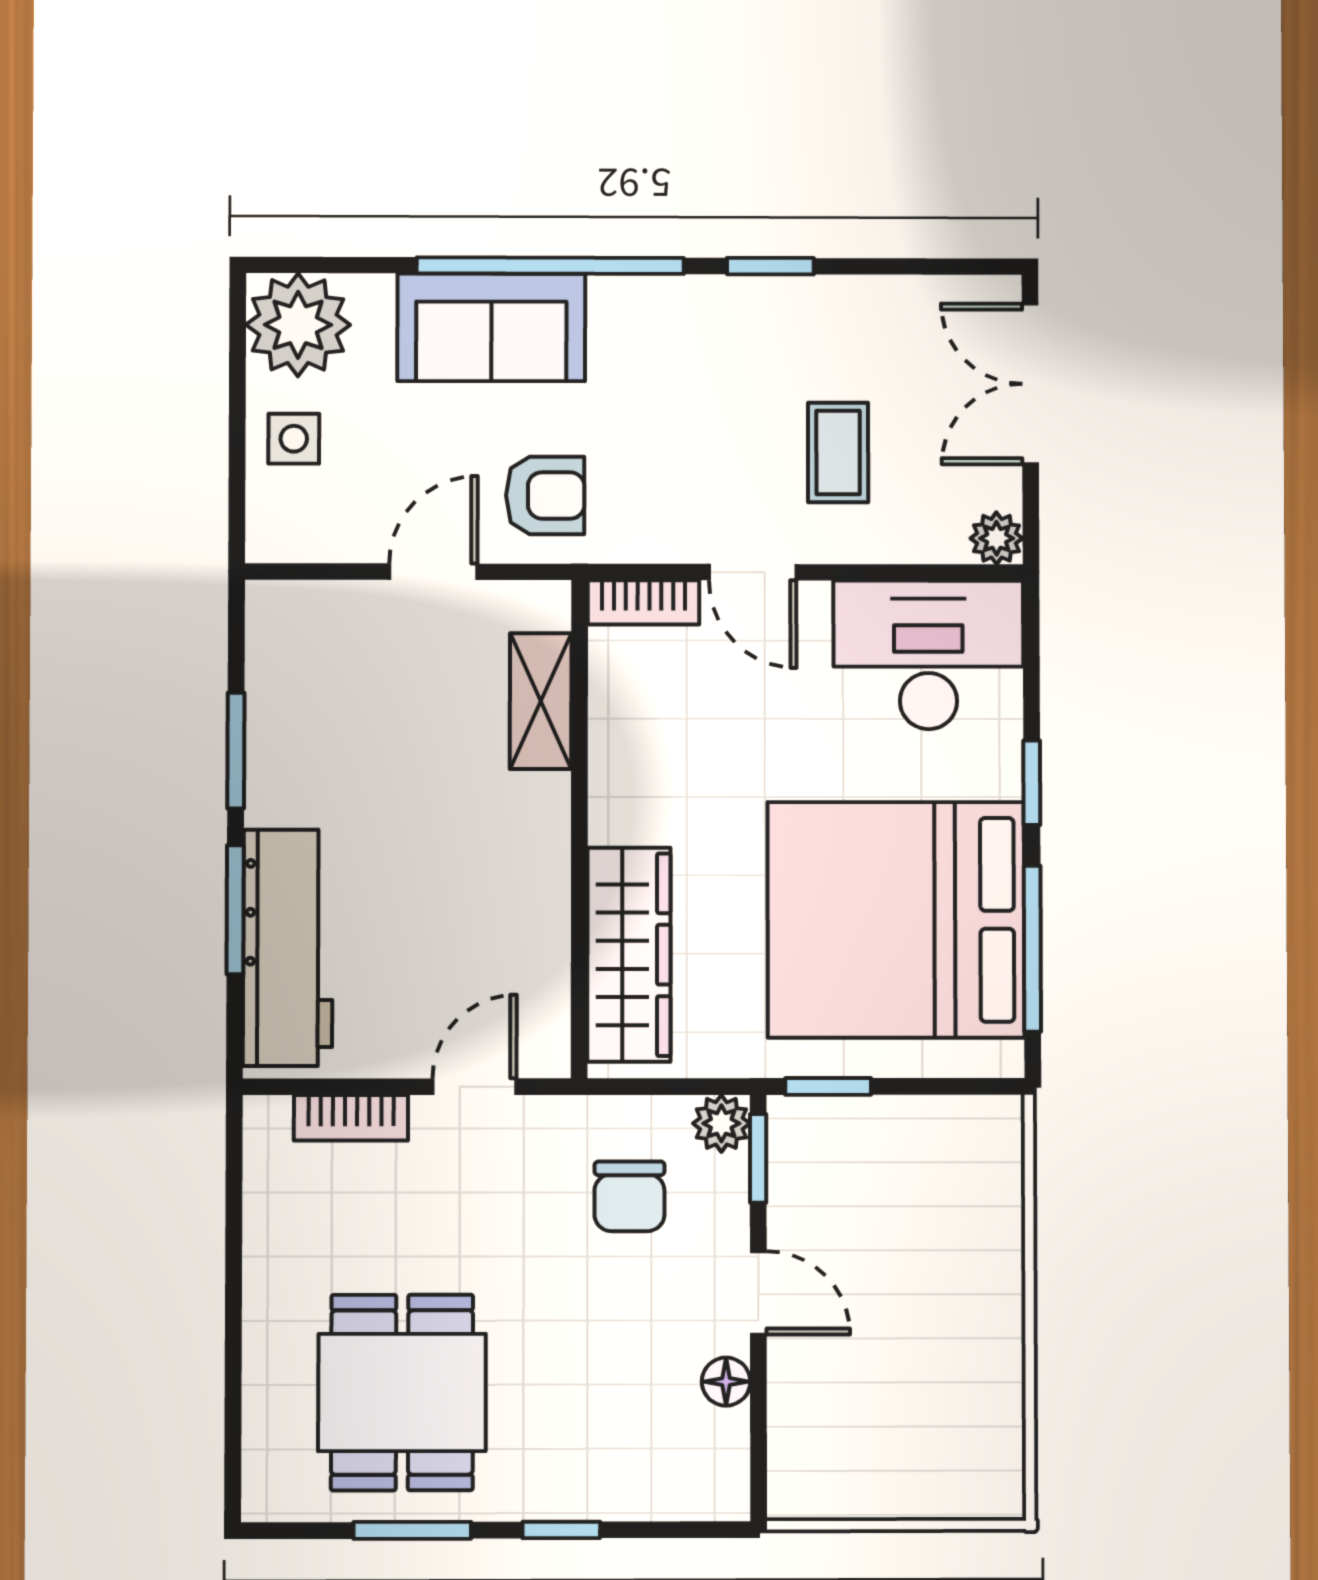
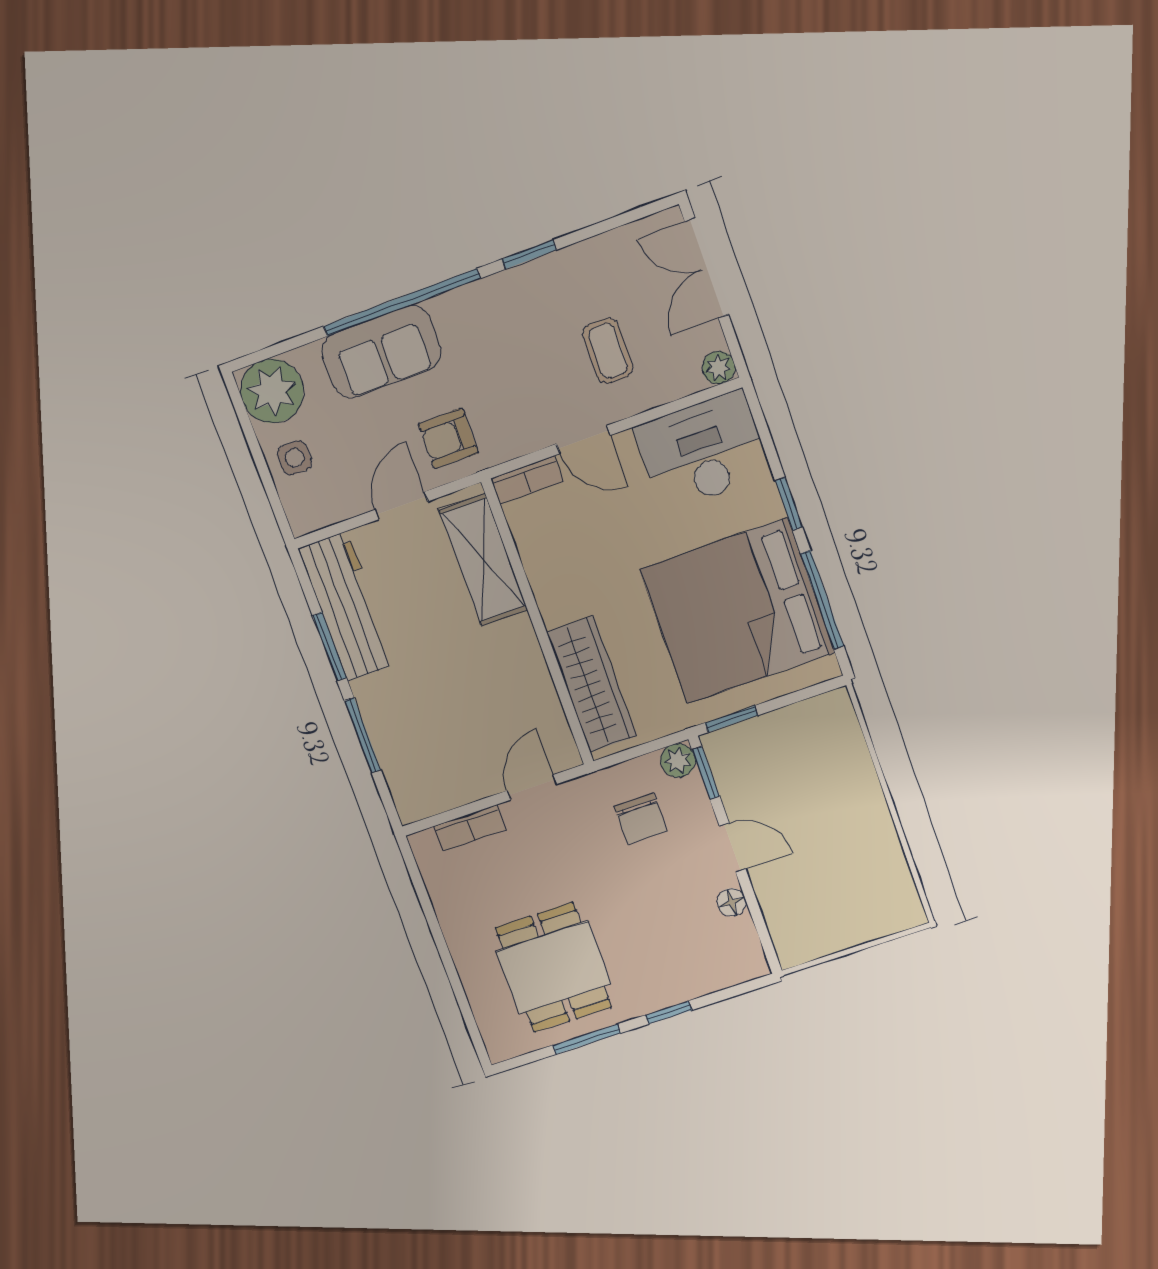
armchair: (545, 495) -> (448, 438), turned 180
shelving: (541, 701) -> (483, 560), width x1.50, depth x1.33
workbench: (288, 948) -> (347, 606), moved

